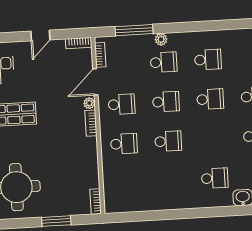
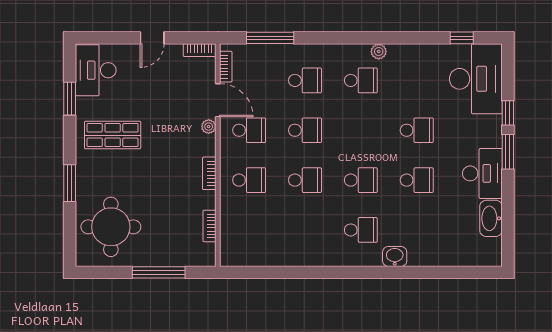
plant: (161, 39) -> (379, 51), moved
door: (95, 82) -> (218, 100), swing flipped
school desk: (210, 99) -> (361, 180), moved
bookcase: (91, 123) -> (209, 173), moved
bookcase: (96, 202) -> (209, 226), moved
window: (56, 221) -> (159, 272), width x1.44

